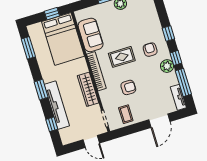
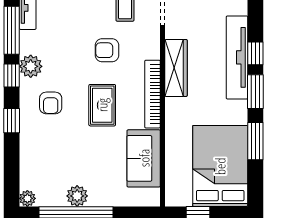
bed: (63, 39) -> (220, 166), moved
window: (28, 48) -> (255, 141), moved
rug: (122, 57) -> (102, 105), turned 90
window: (52, 124) -> (255, 53), moved

